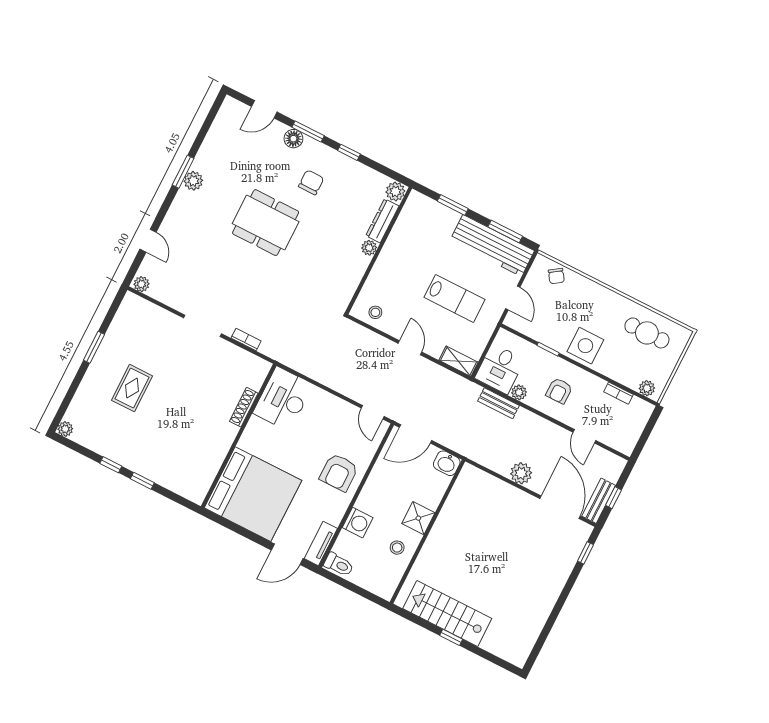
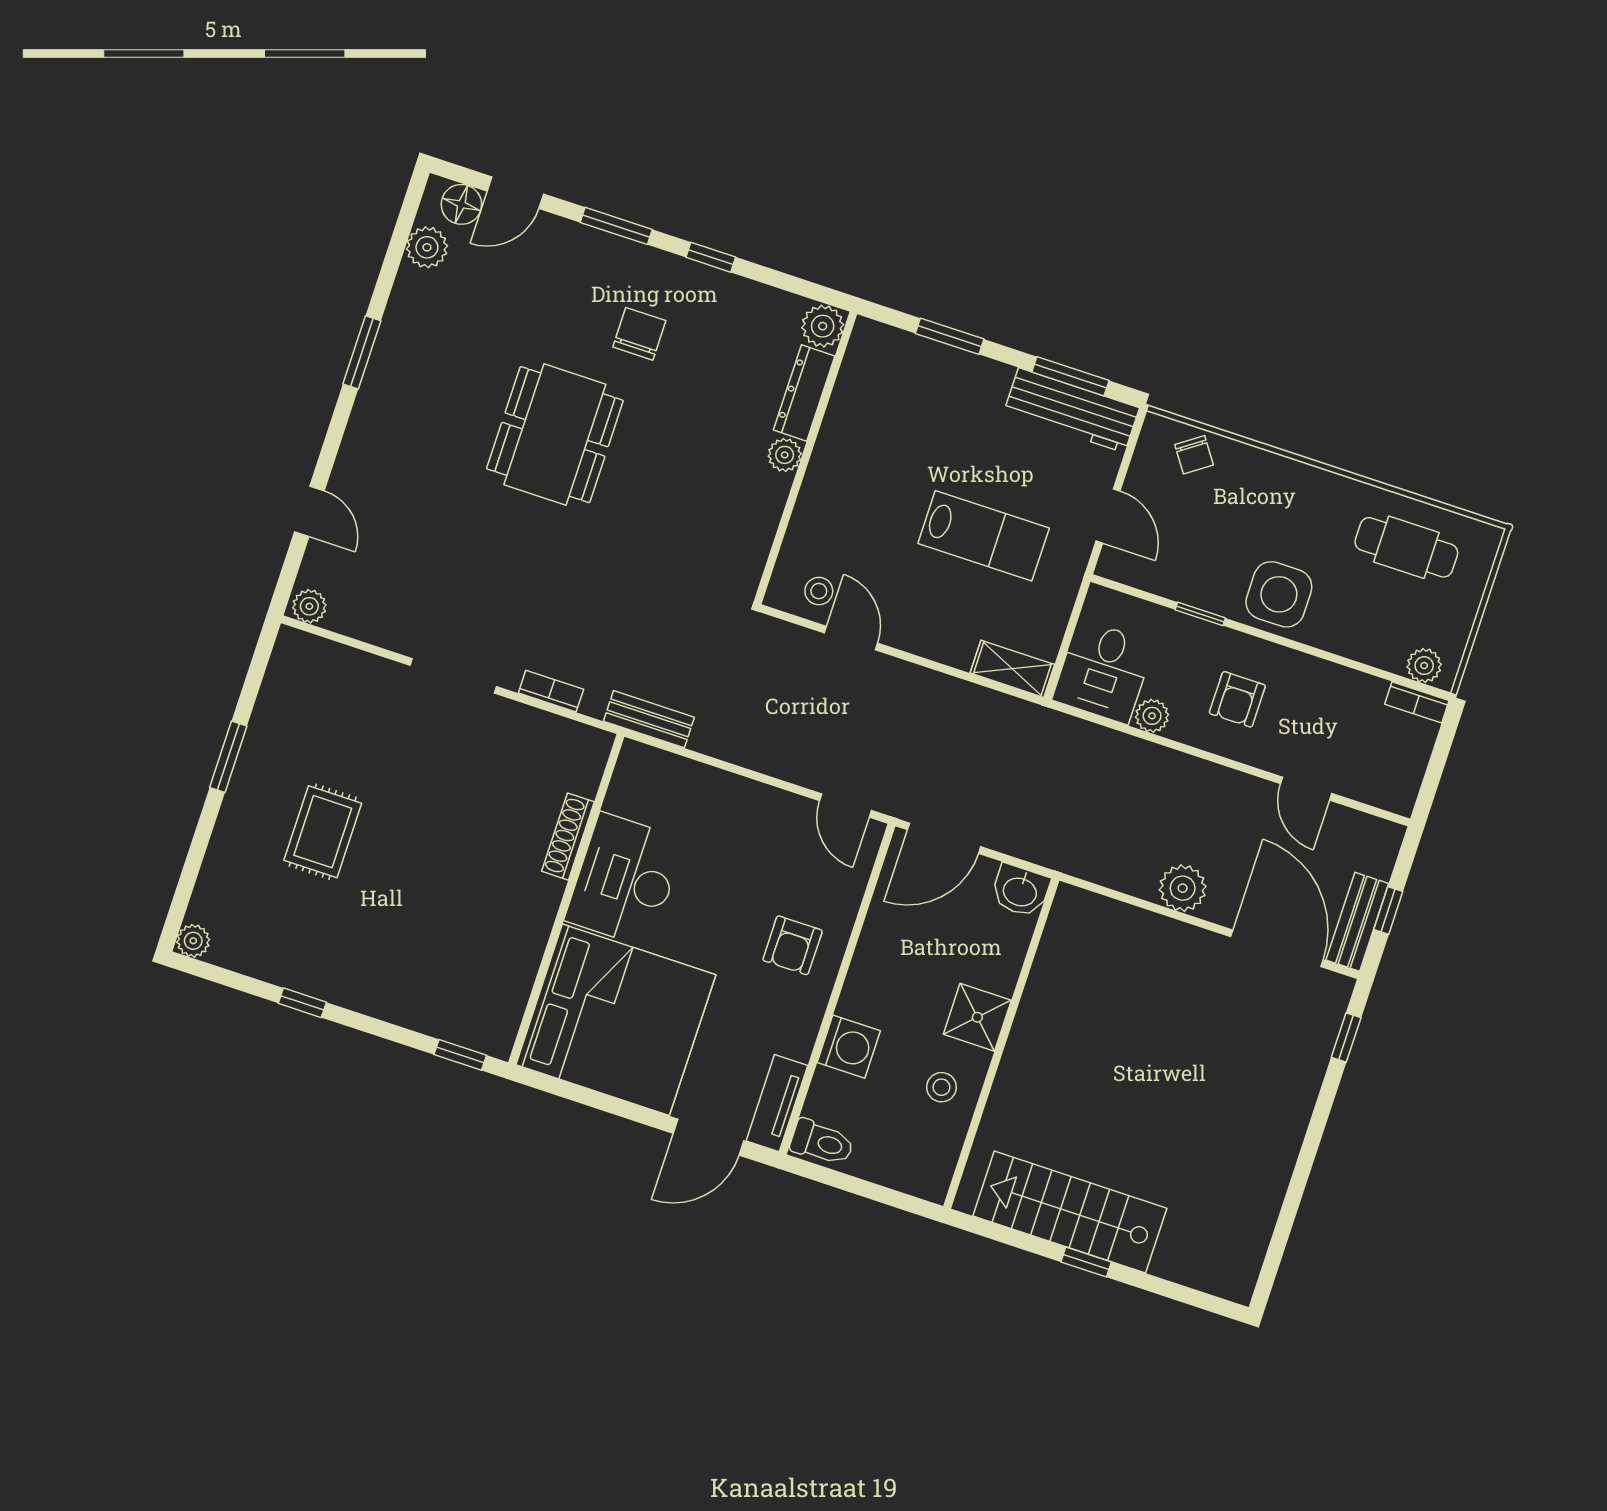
floor lamp: (293, 139) -> (461, 204), moved
plant: (193, 181) -> (427, 247), moved
dining table: (266, 223) -> (555, 435), turned 90
workbench: (492, 246) -> (1072, 410), width x0.73, depth x0.76
door: (410, 348) -> (851, 638), moved
bookcase: (618, 393) -> (1417, 702), moved
desk: (283, 399) -> (625, 880), moved
bench: (499, 403) -> (649, 719), moved
armchair: (339, 472) -> (793, 945), width x0.72, depth x0.72
window: (142, 481) -> (460, 1055), moved

